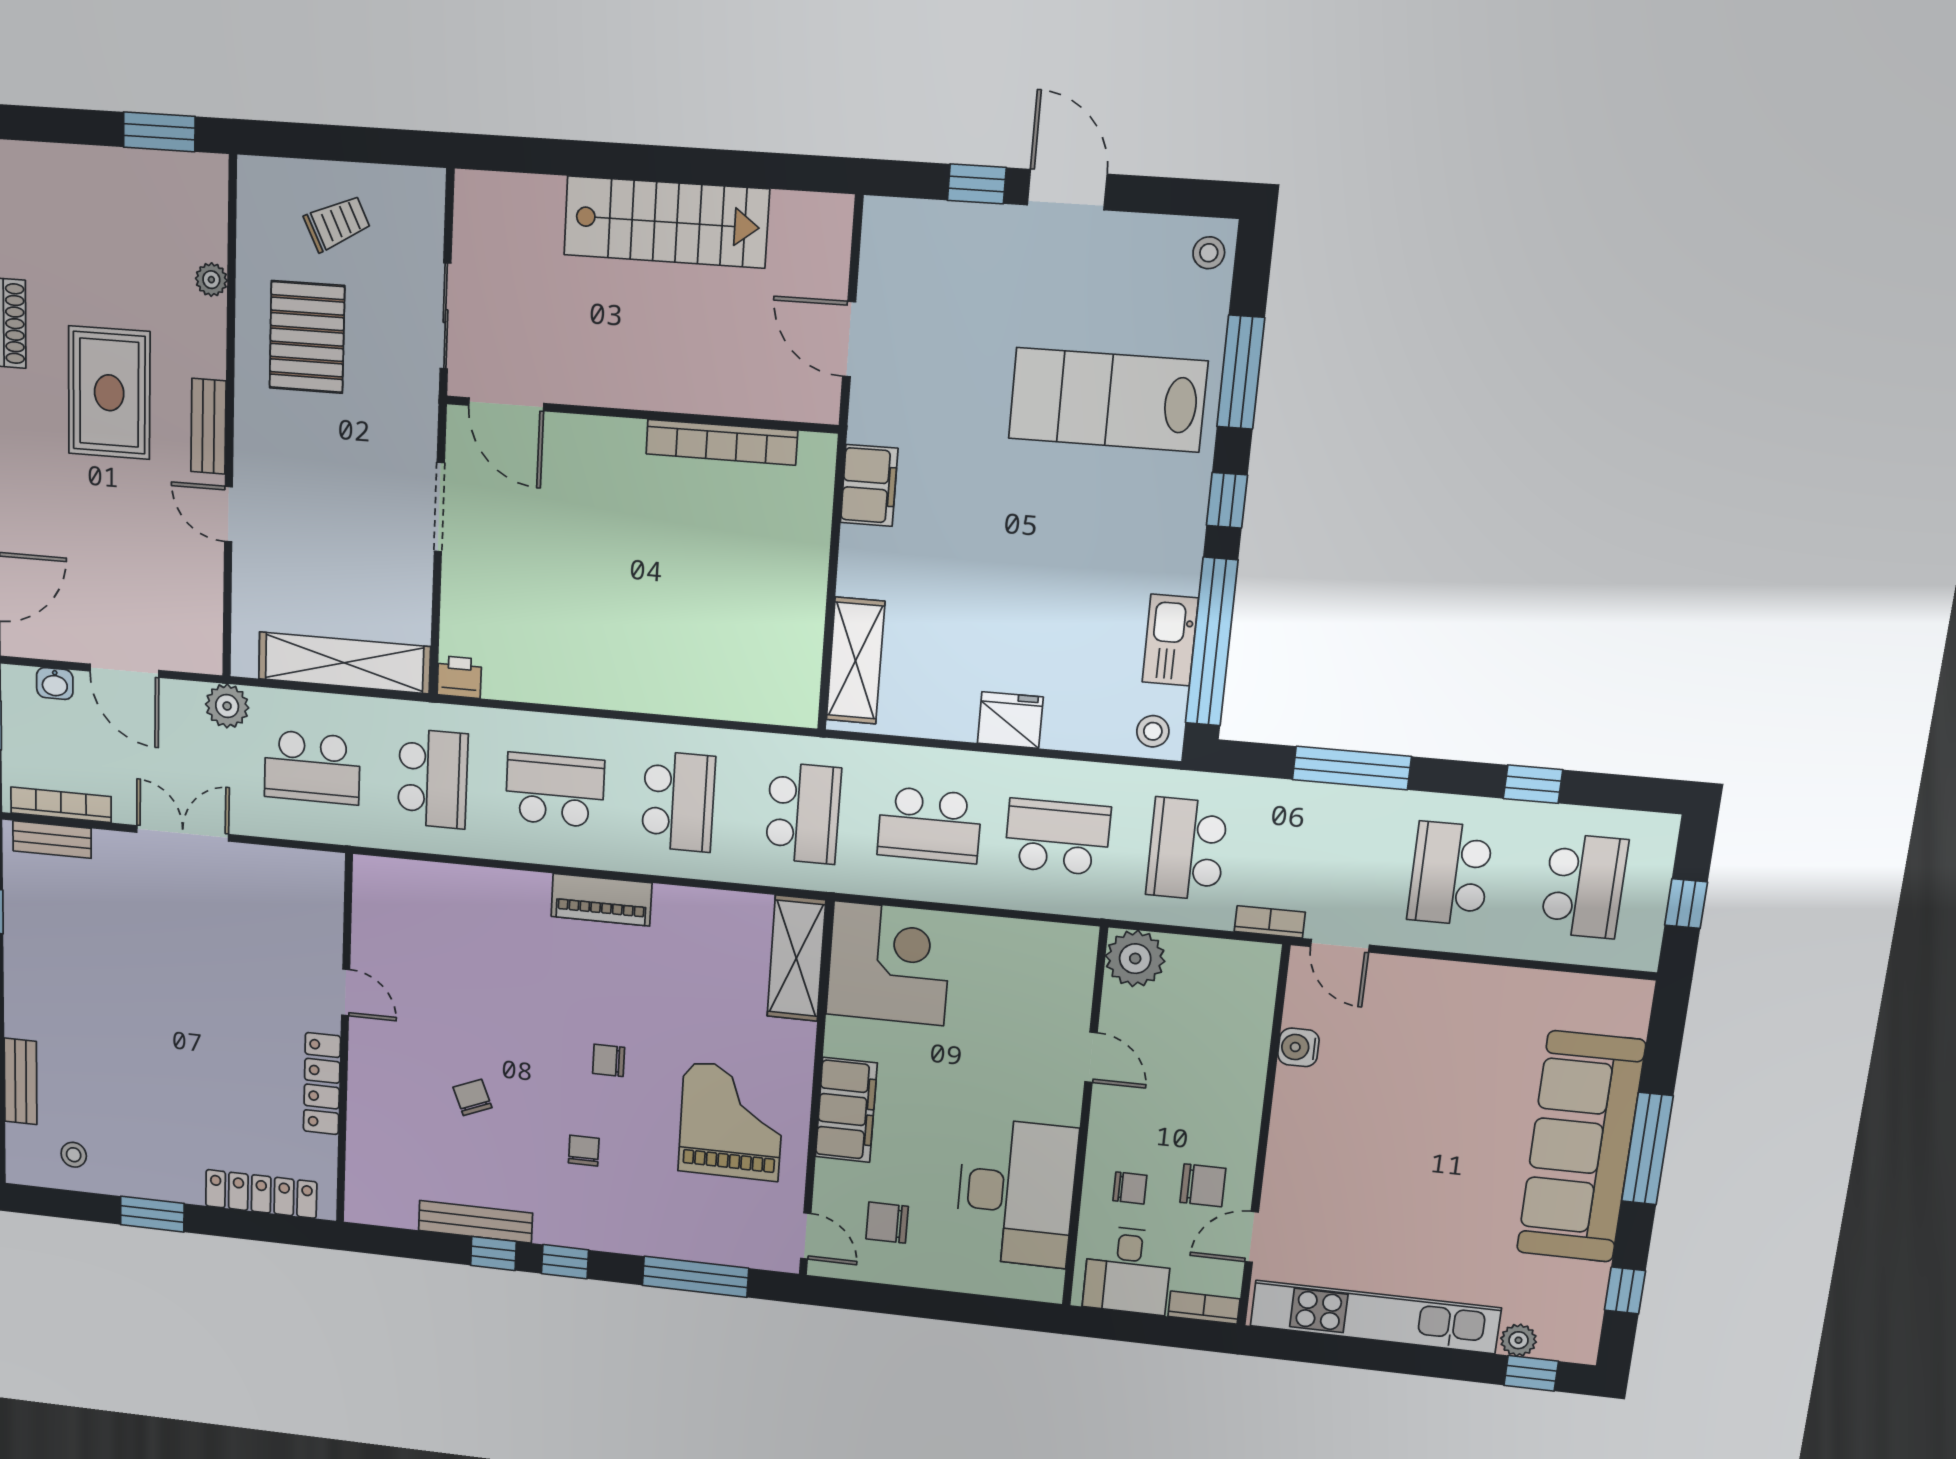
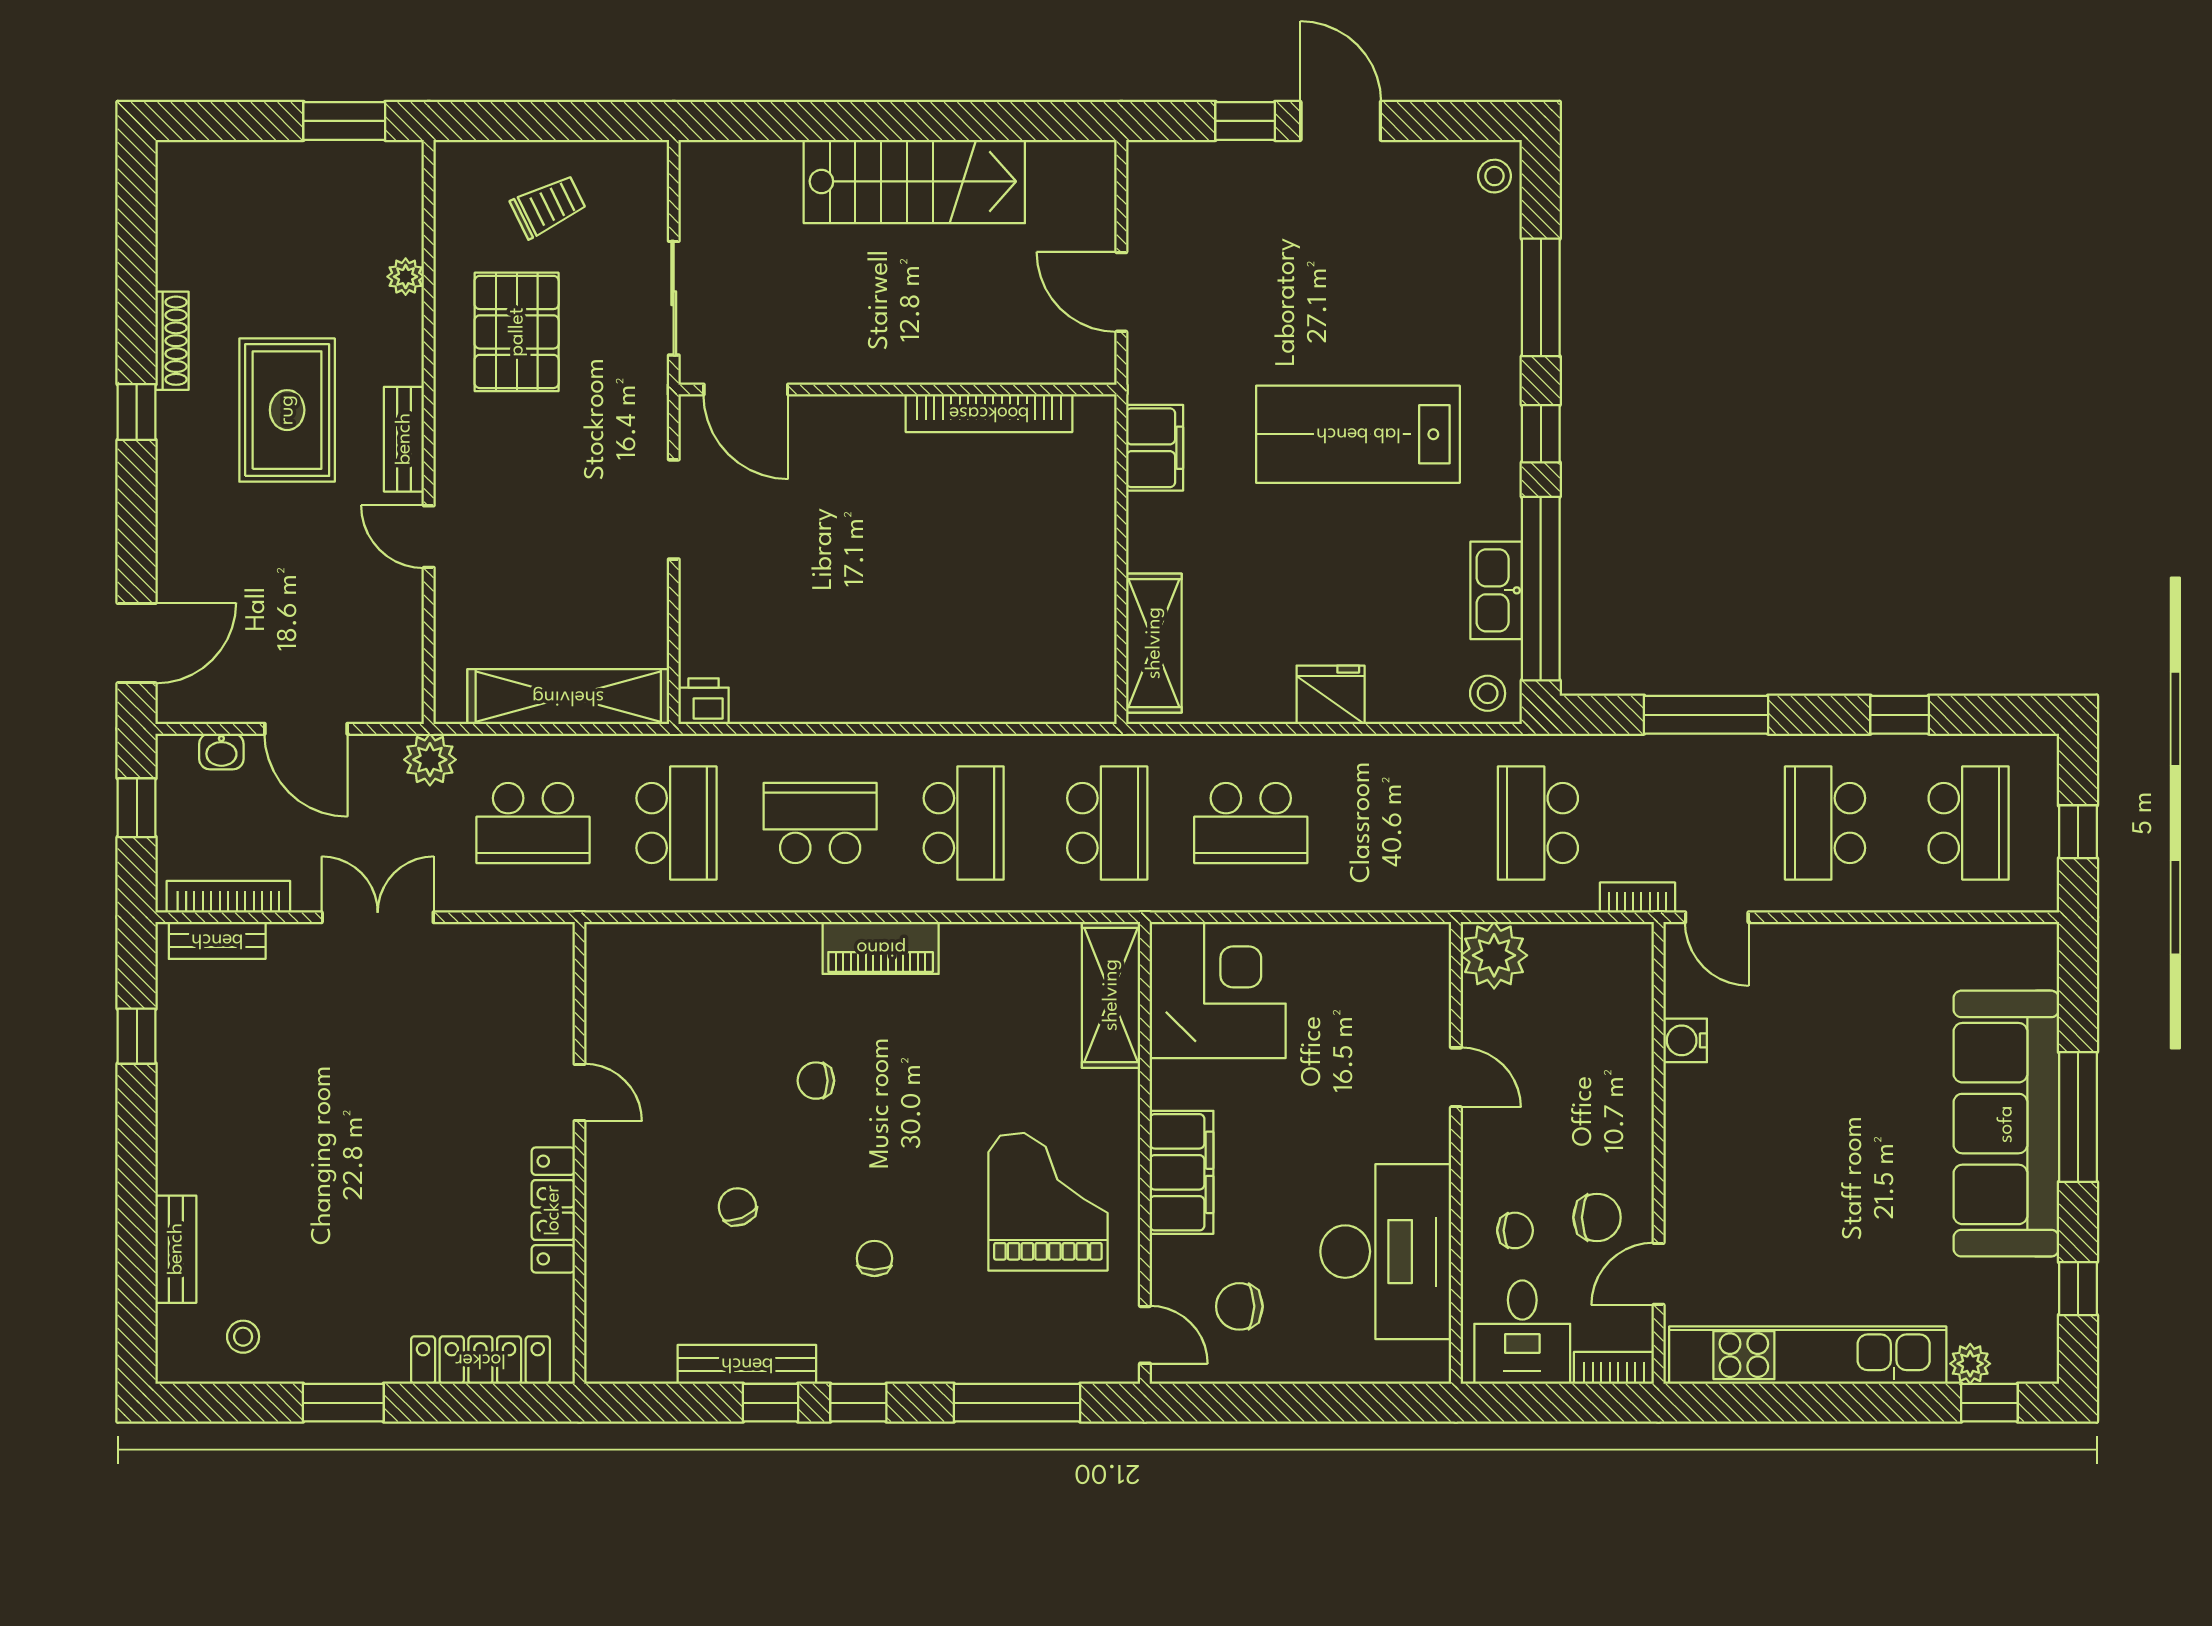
lab bench: (1108, 400) -> (1358, 434), moved
school desk: (1057, 837) -> (1394, 823), removed
chair: (609, 1060) -> (816, 1081), moved

